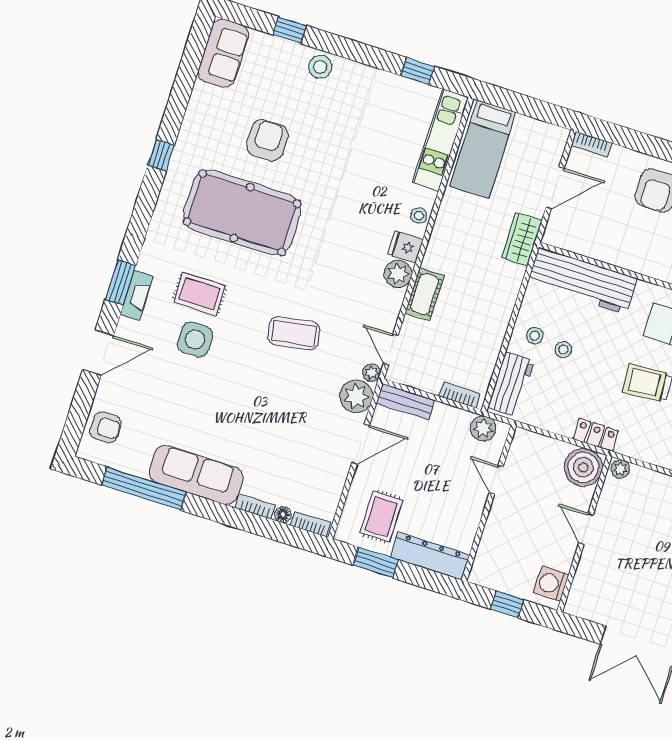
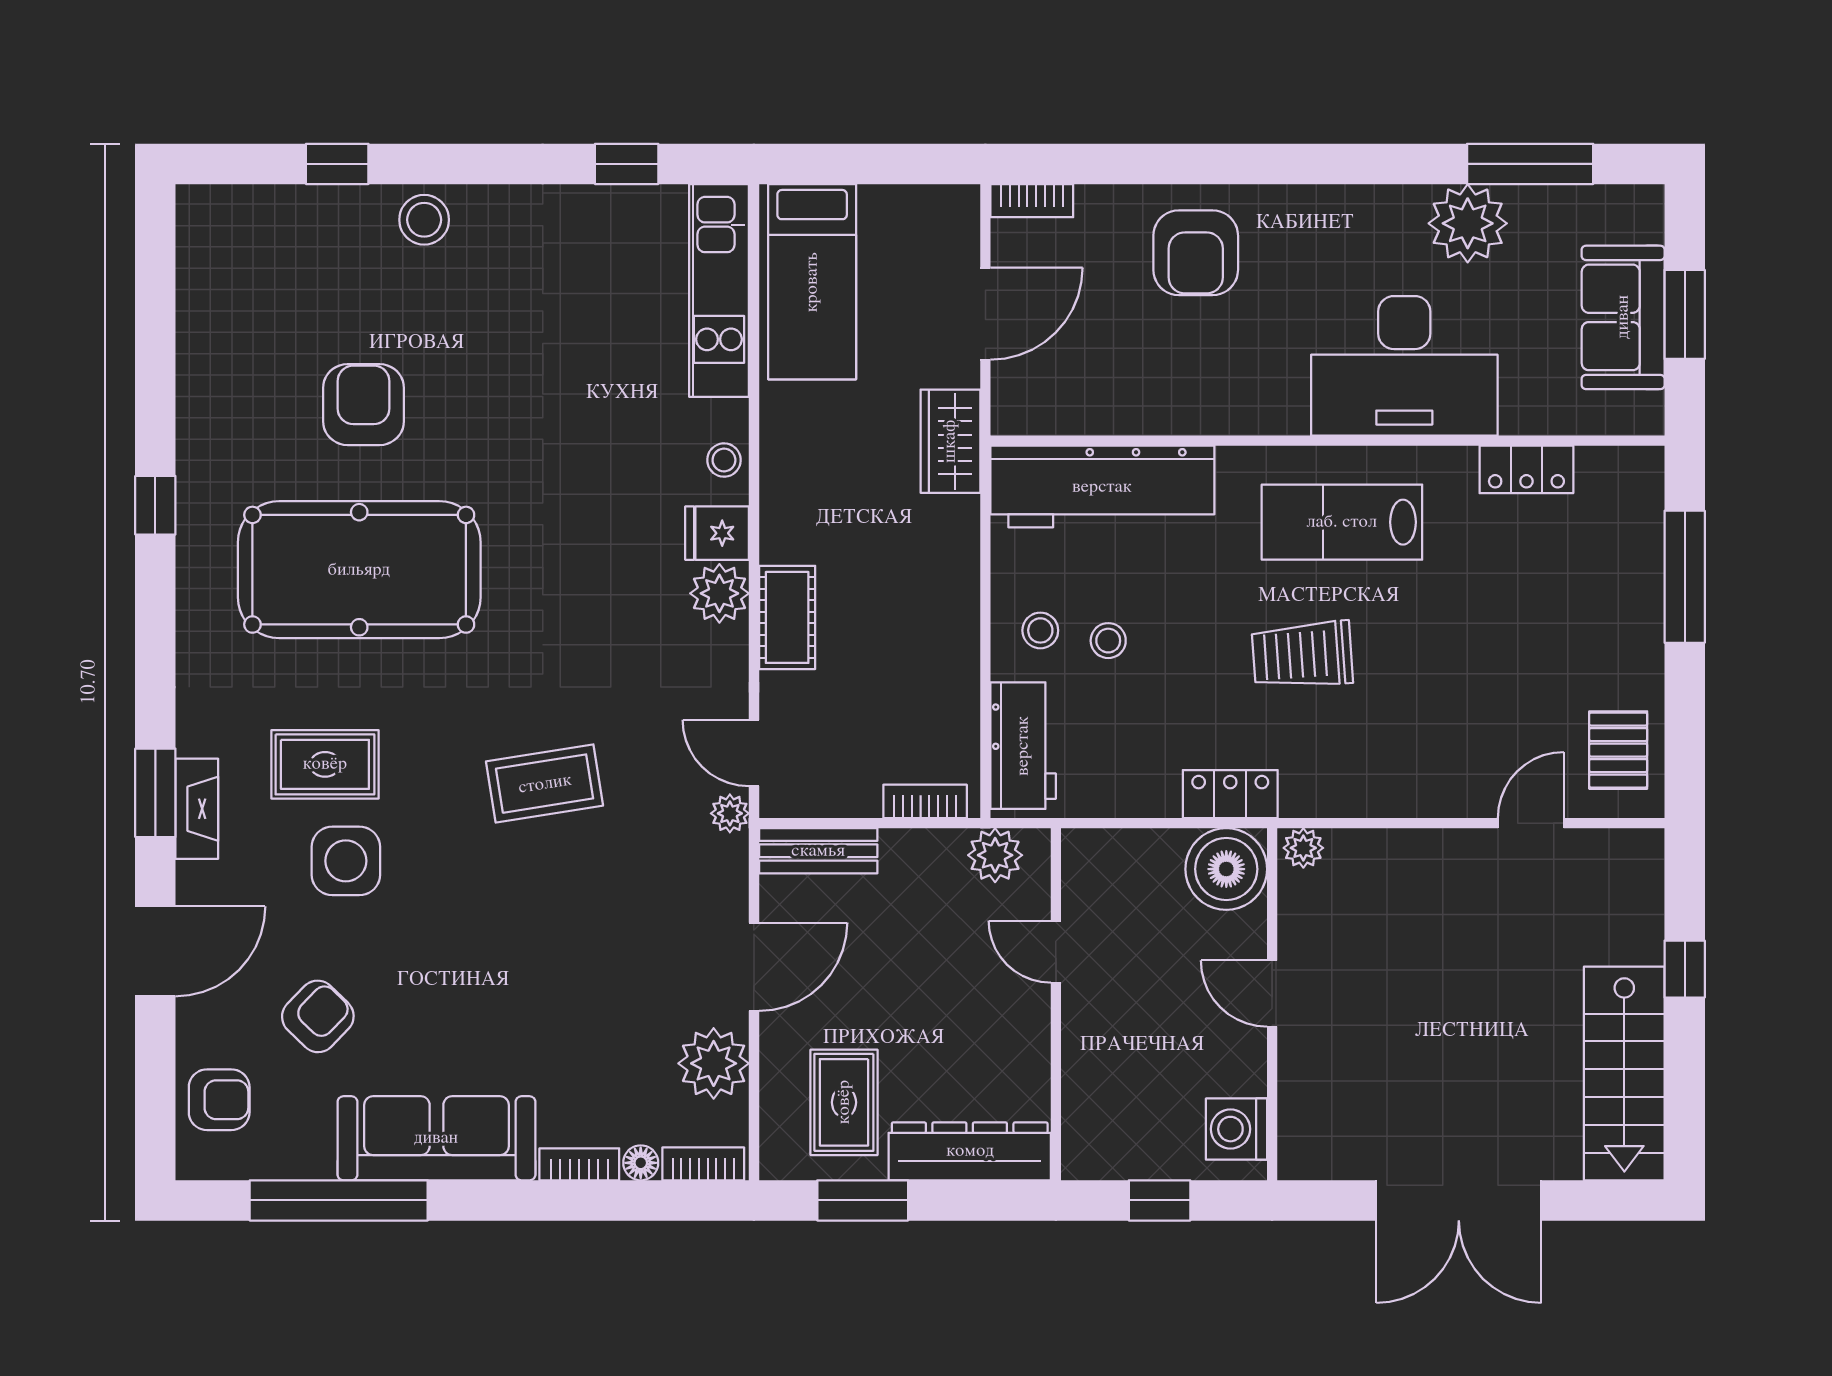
sofa: (223, 53) -> (216, 255), removed
plant: (356, 396) -> (714, 1063), moved
armchair: (161, 404) -> (318, 1016), added

